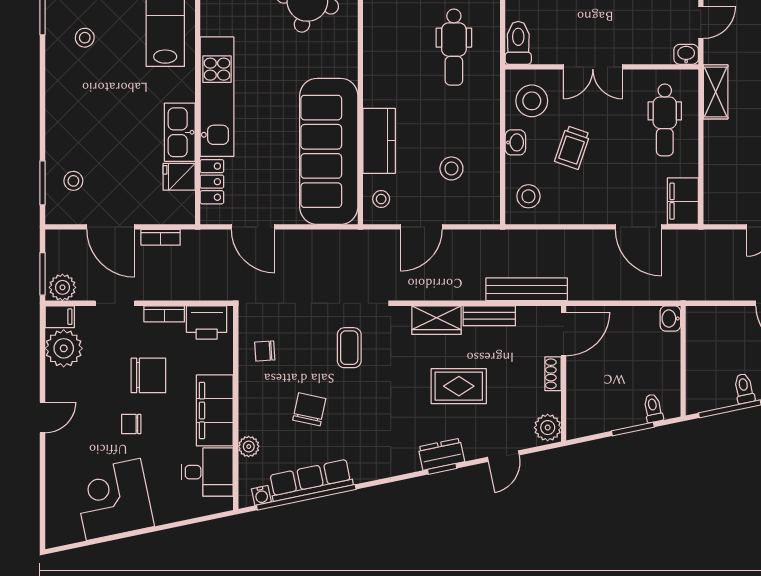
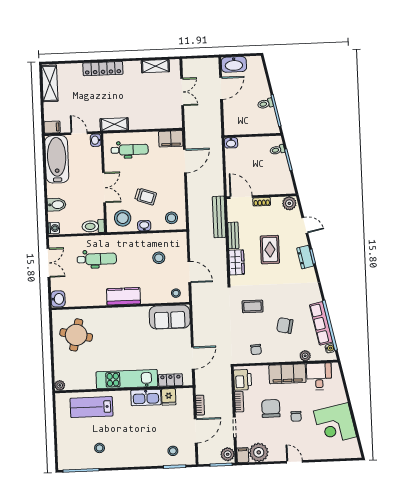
kitchen counter: (379, 141) -> (124, 296), moved
sofa: (329, 151) -> (170, 317), width x0.54, depth x0.79

